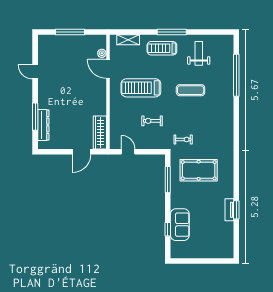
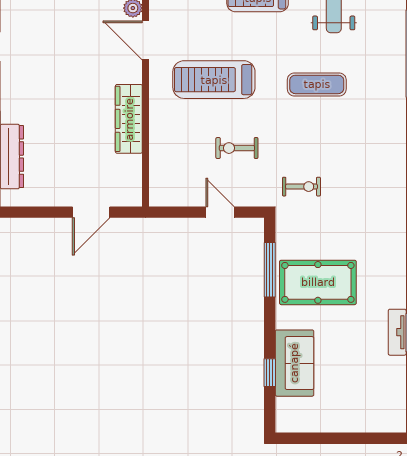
wardrobe: (100, 132) -> (129, 119), moved
door: (128, 152) -> (220, 212), moved
pool table: (199, 170) -> (318, 282), moved

